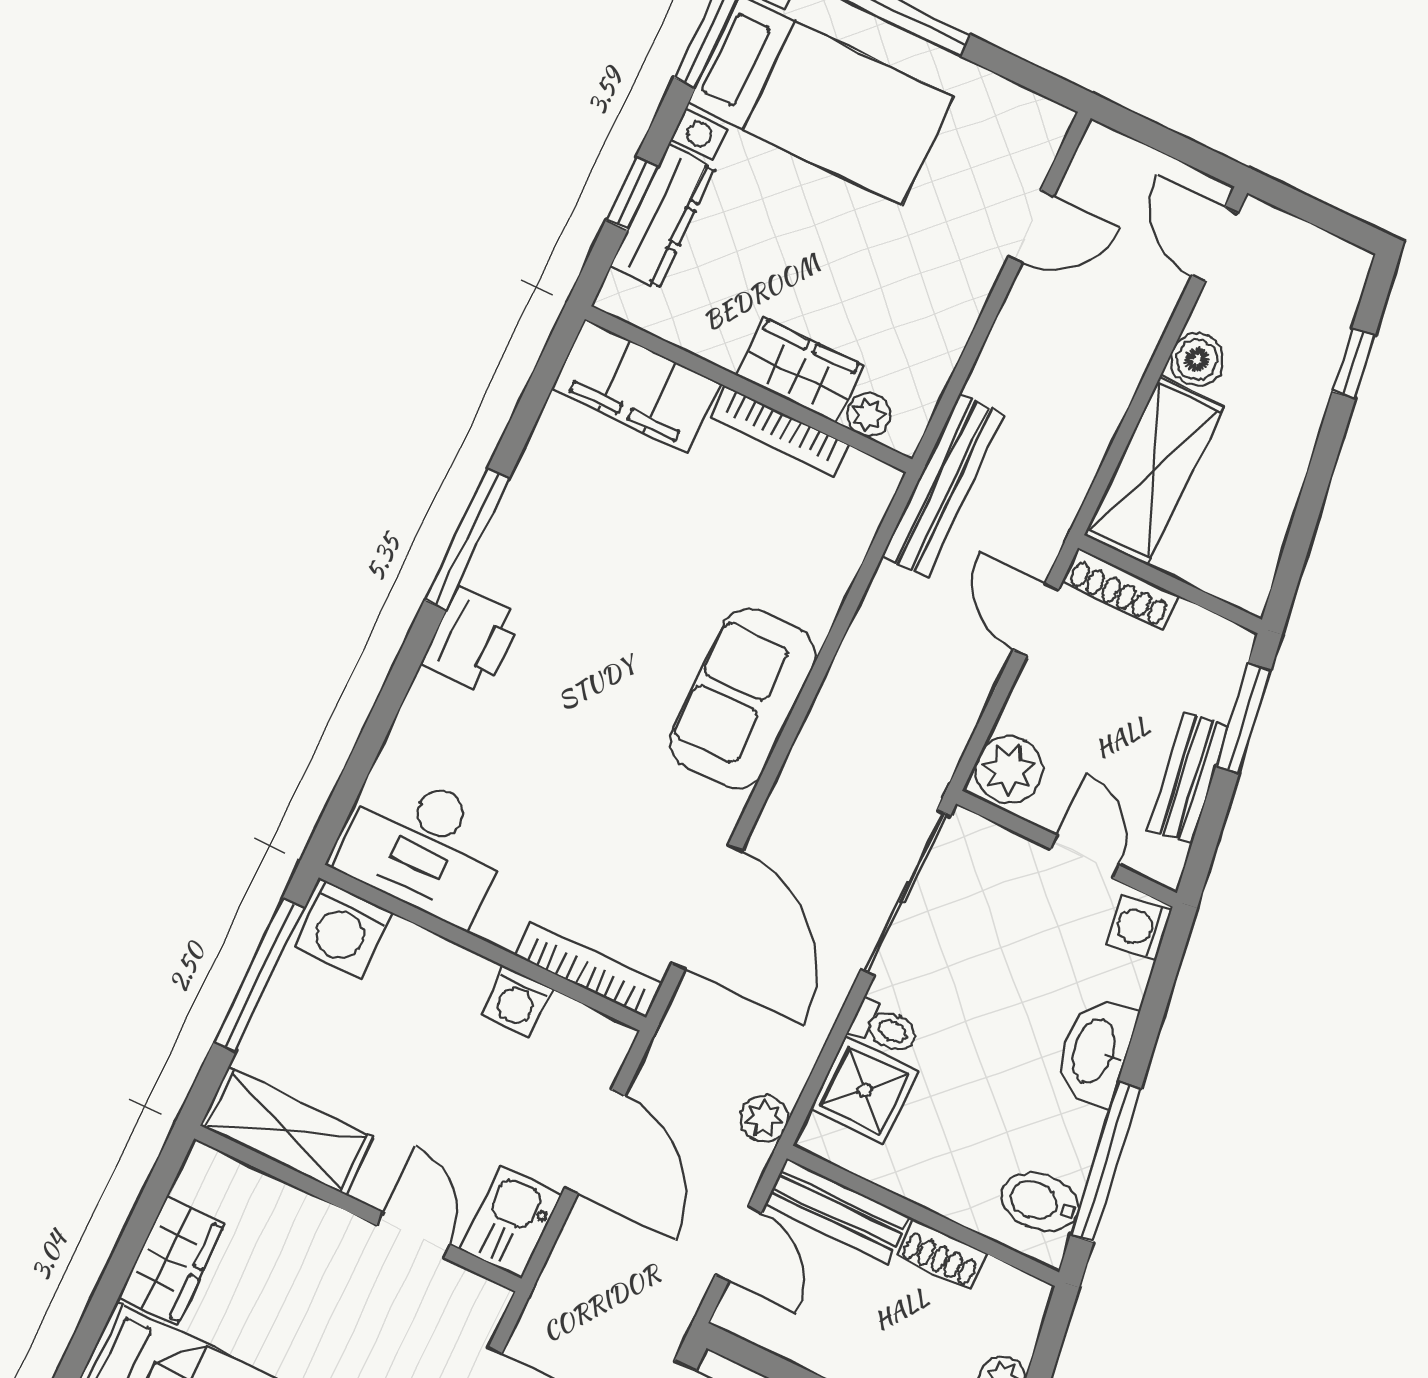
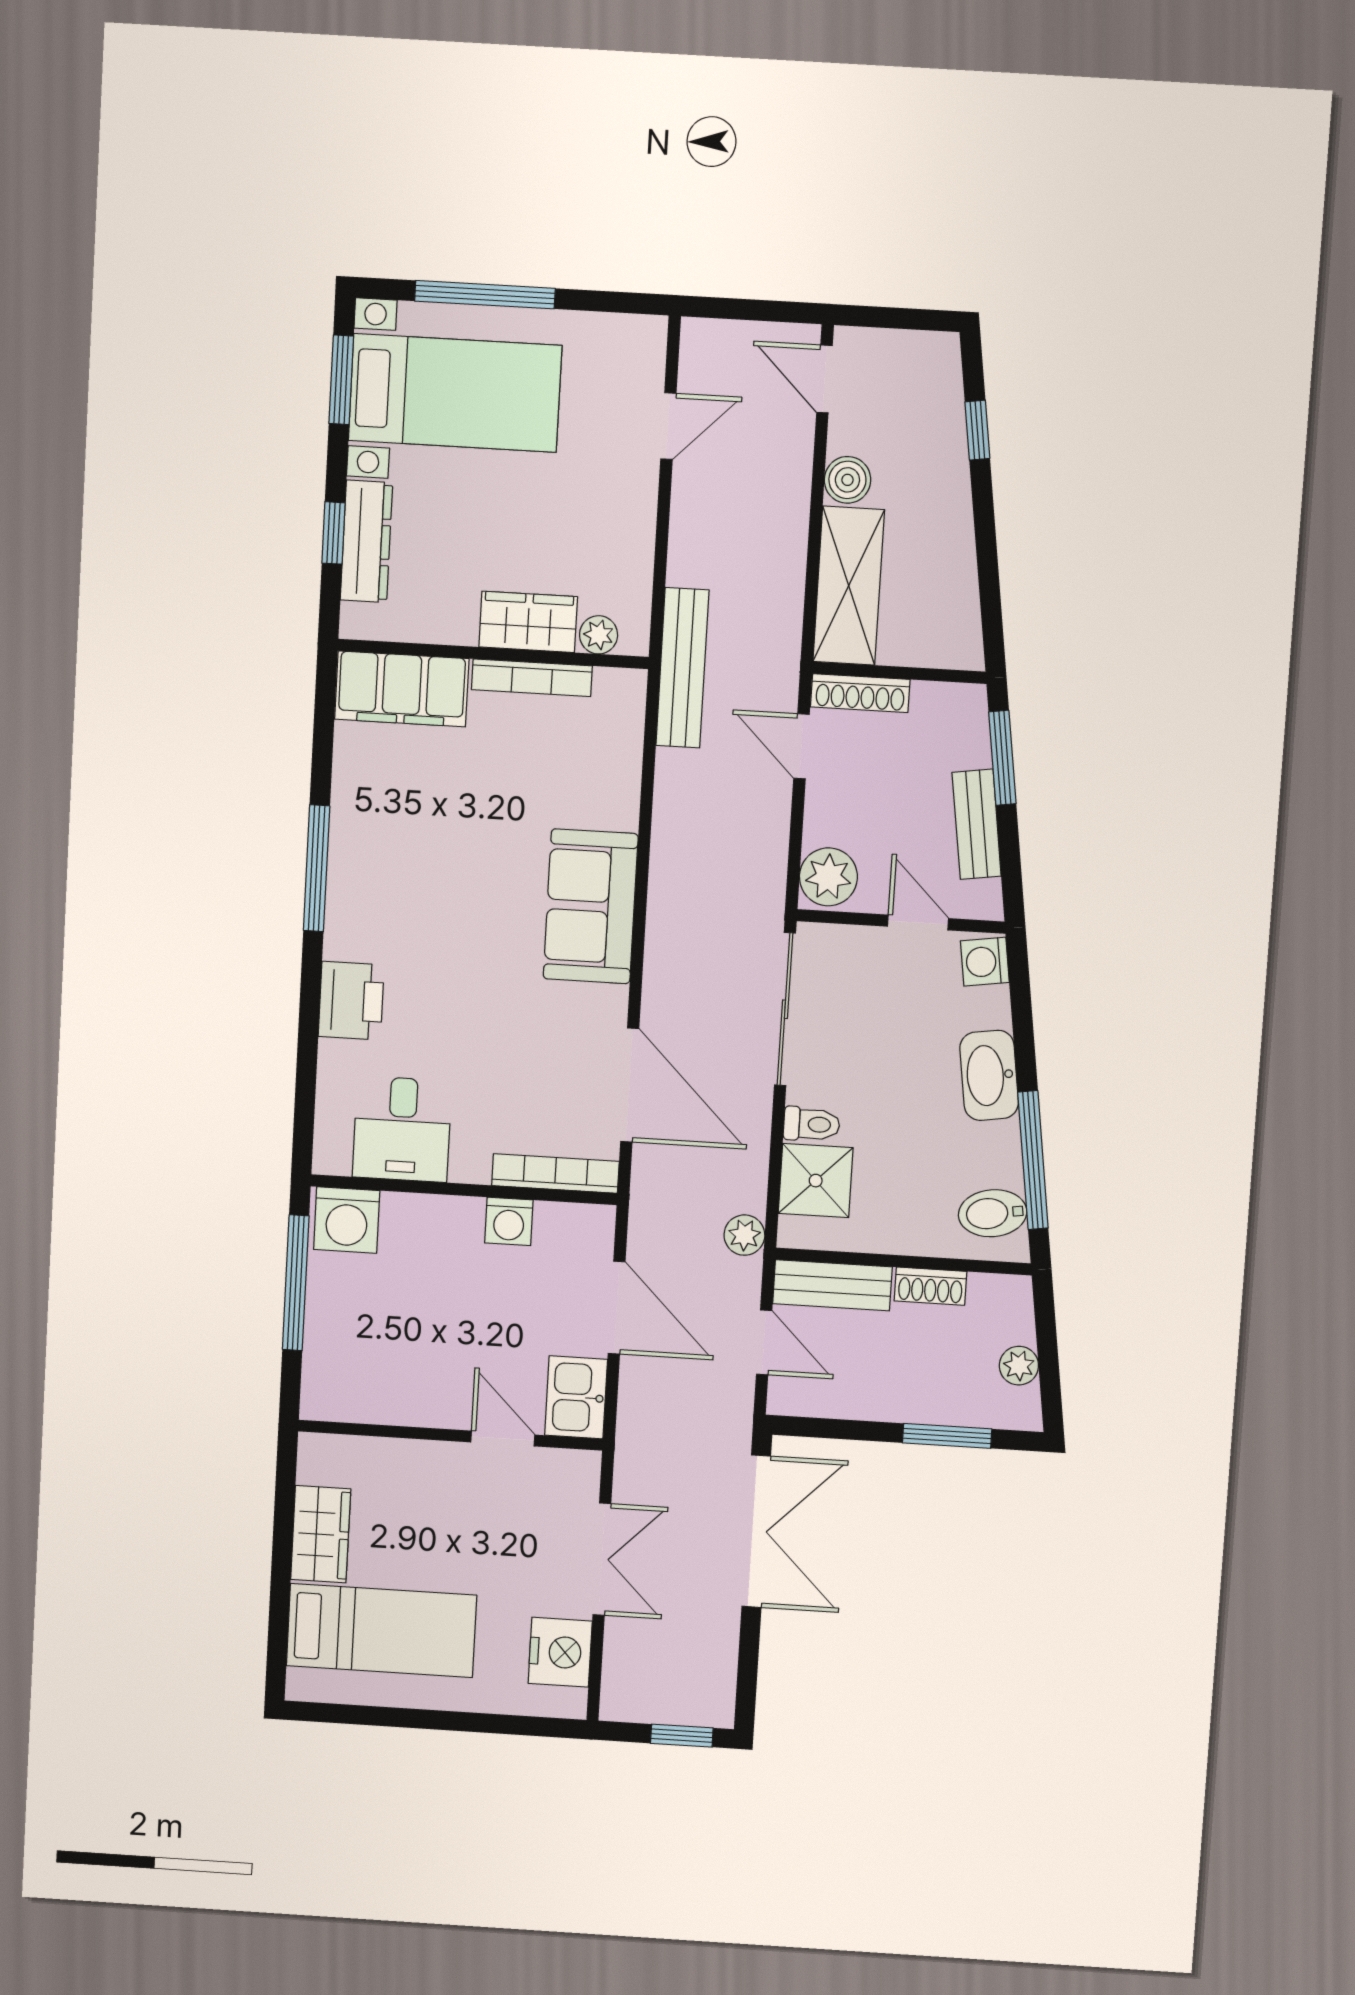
printer: (472, 640) -> (351, 1001), moved
desk: (424, 847) -> (402, 1129), width x0.73
shelving: (287, 1131) -> (369, 1397), removed

